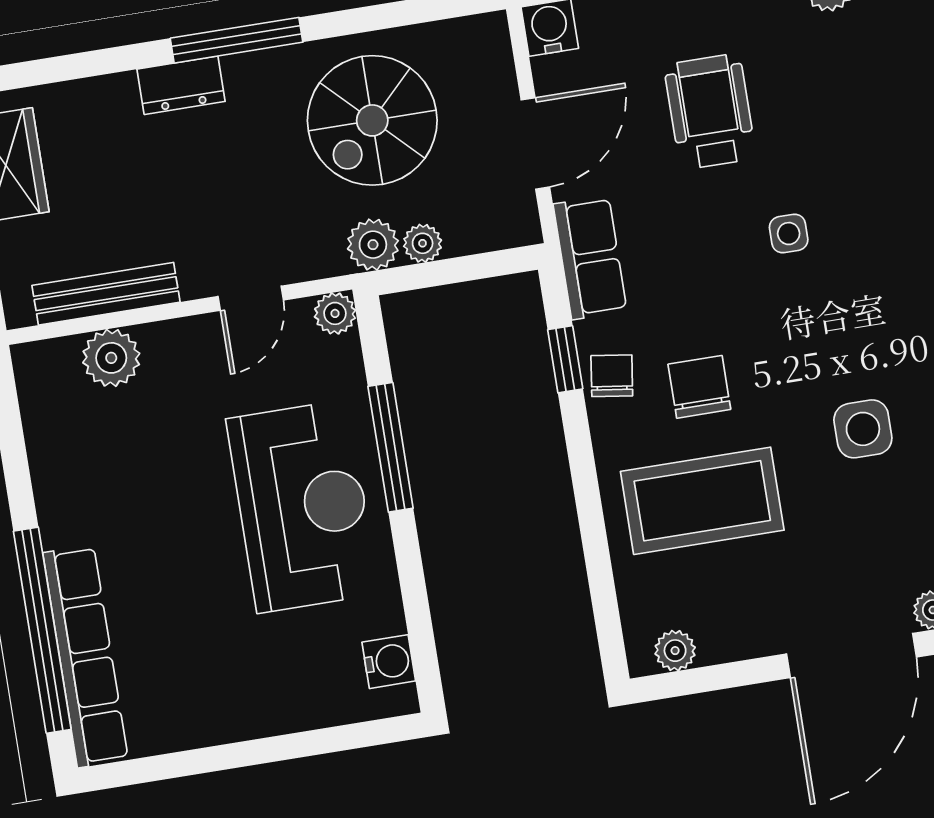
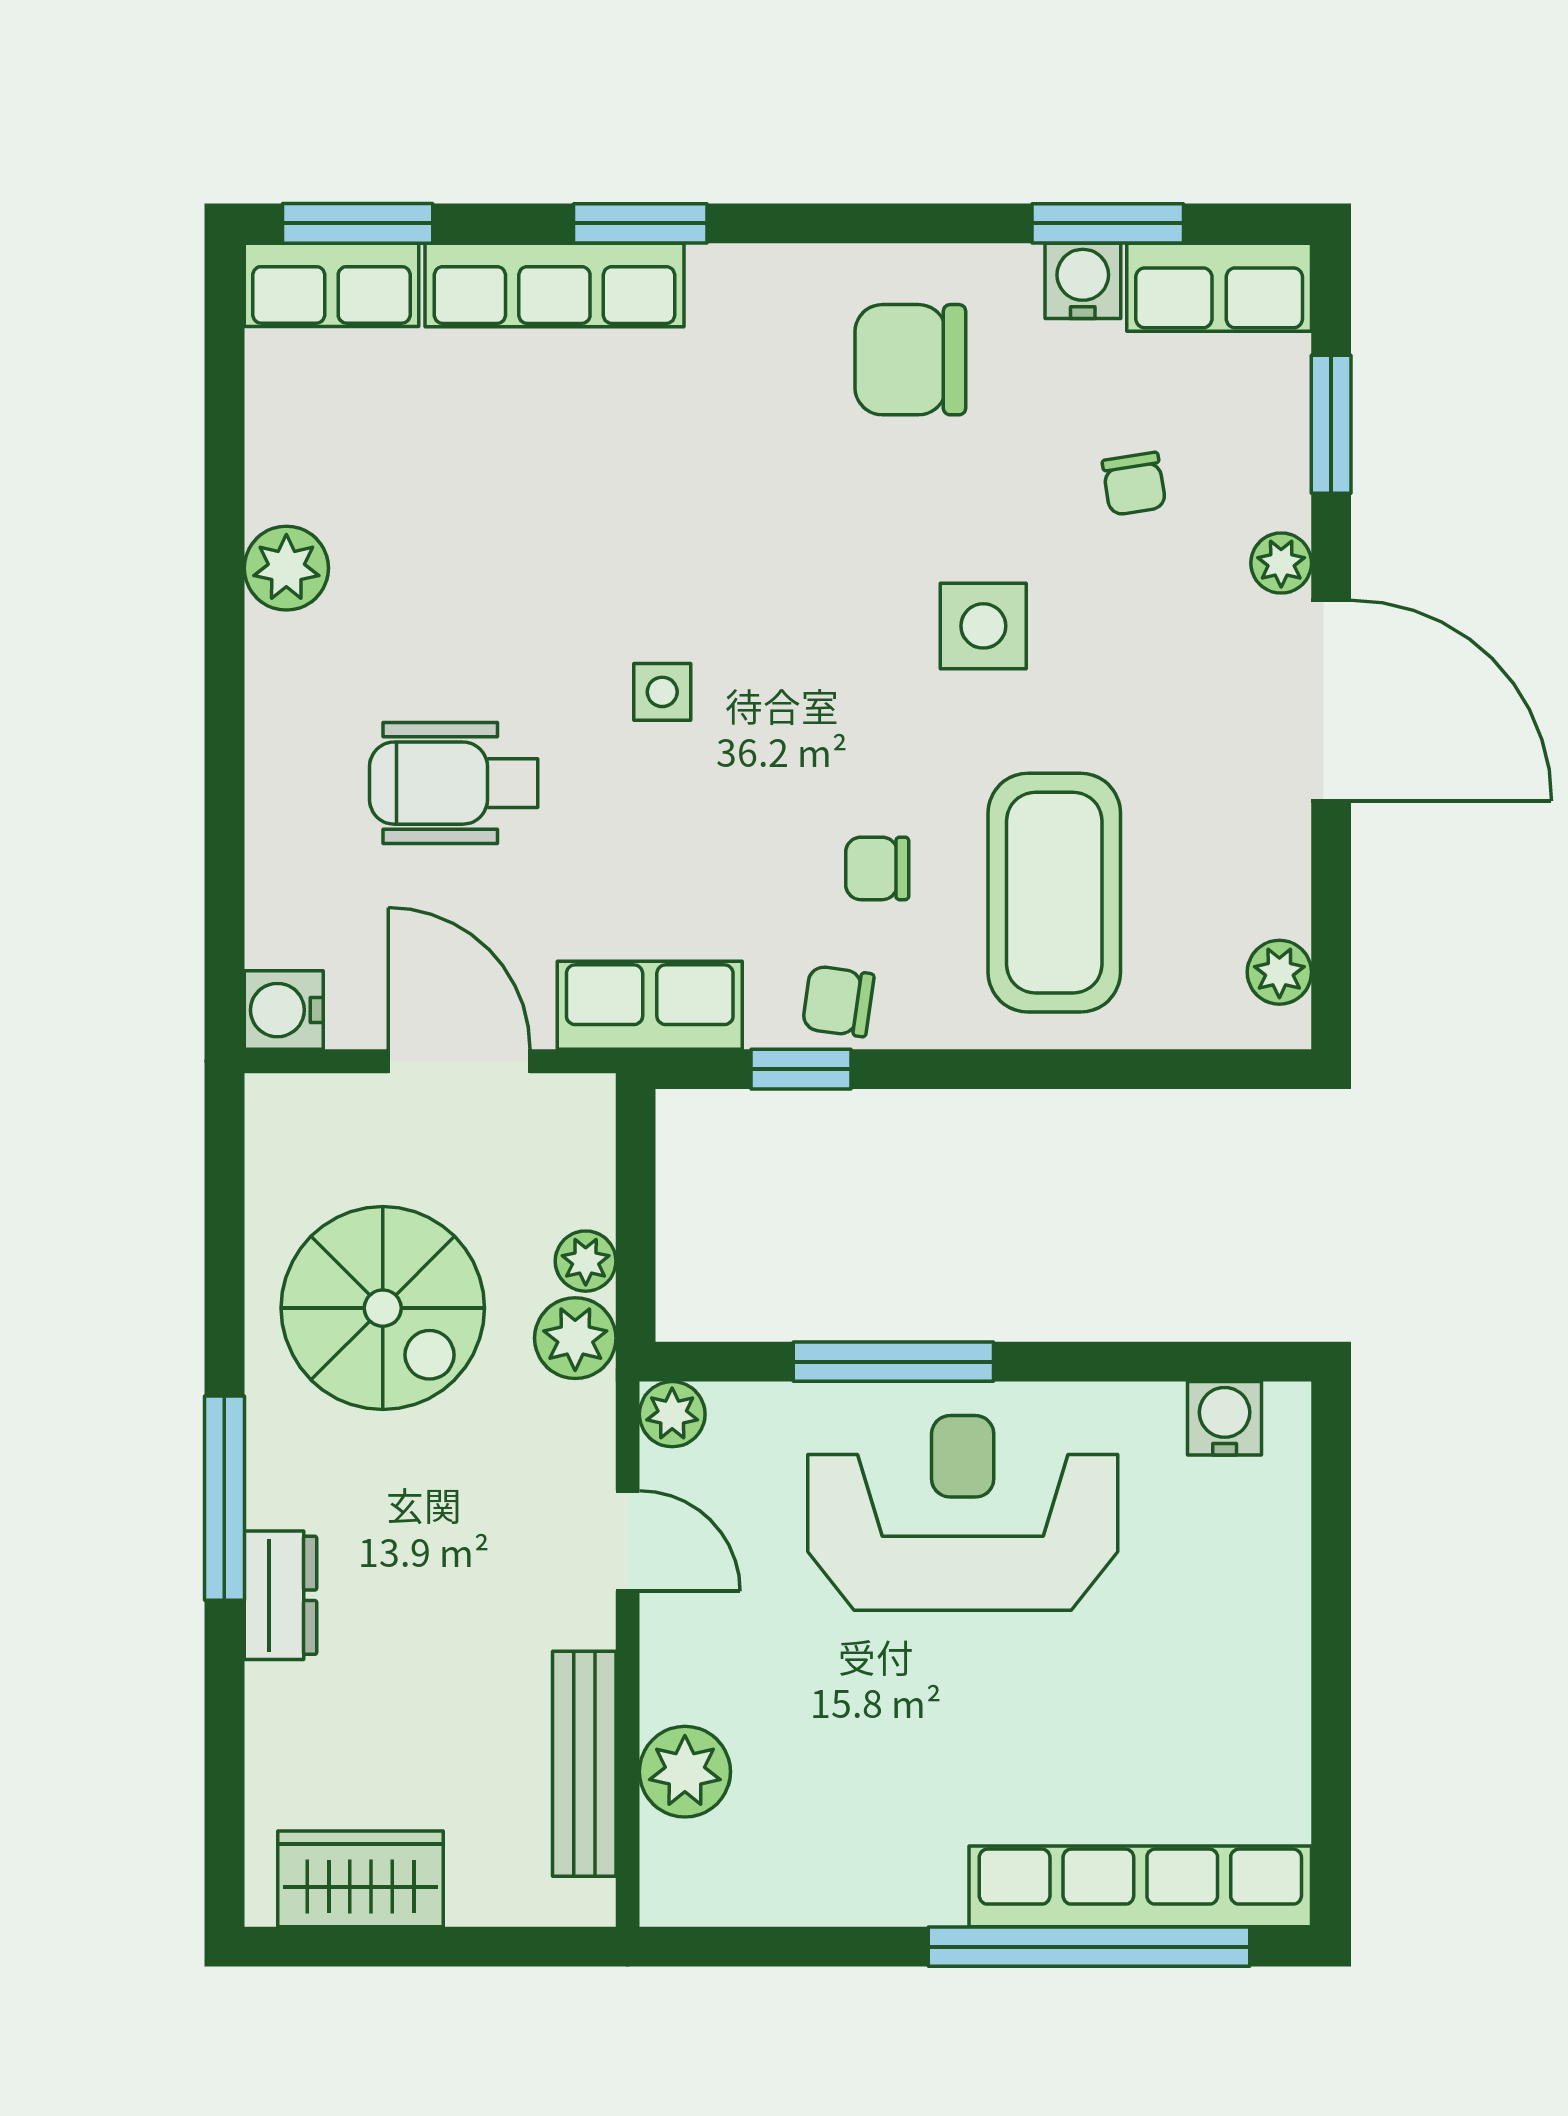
chair: (699, 387) -> (877, 868), width x0.73, depth x0.73

